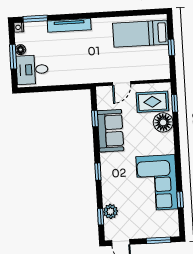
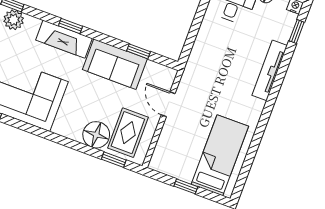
window: (35, 19) -> (297, 32), width x0.67
fireplace: (109, 172) -> (64, 39), added

